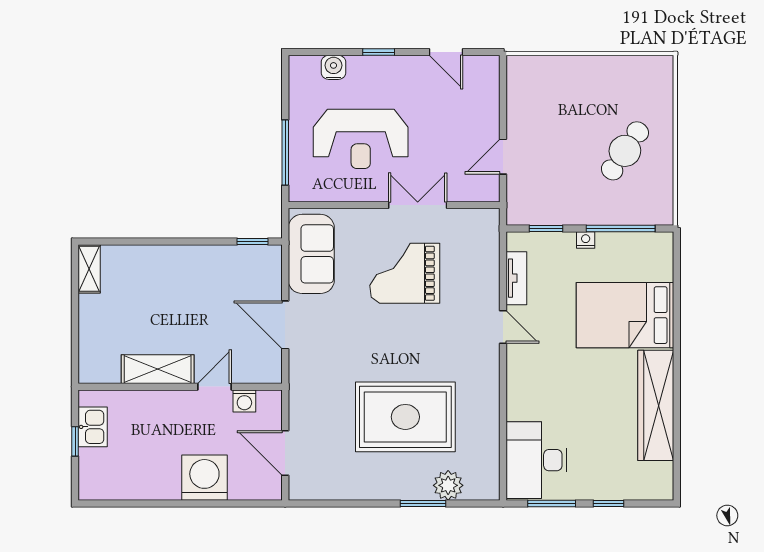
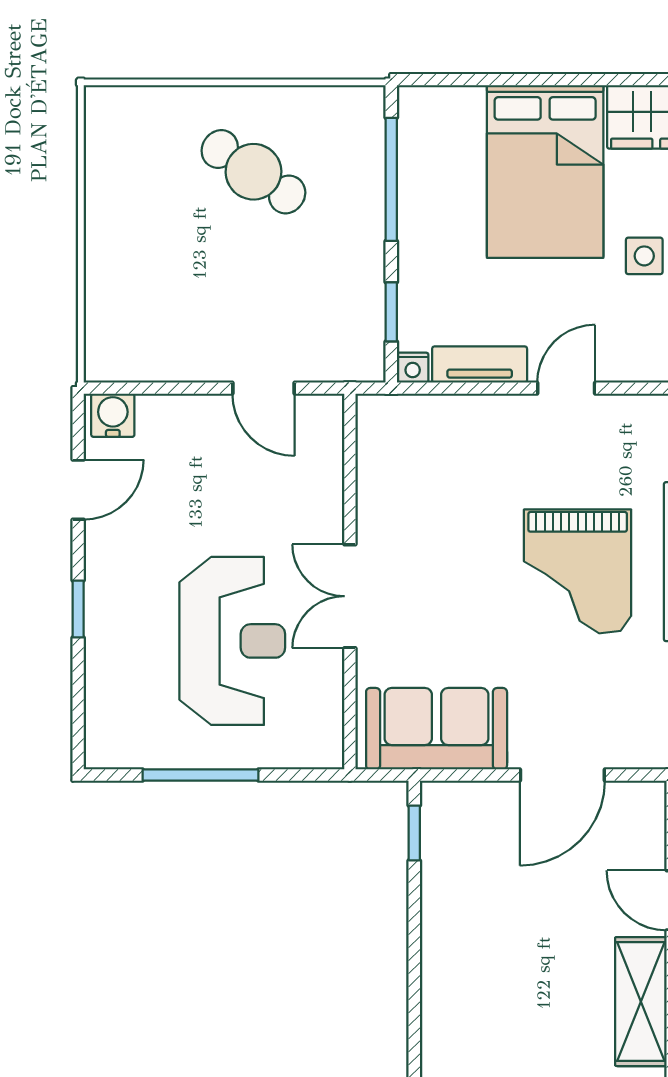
water cooler: (334, 67) -> (113, 415), moved, turned 90
window: (285, 153) -> (201, 775), moved
double door: (418, 205) -> (350, 596), moved
nightstand: (586, 240) -> (413, 368), moved, turned -90
grand piano: (405, 273) -> (578, 571), moved
side table: (578, 371) -> (644, 256), added

